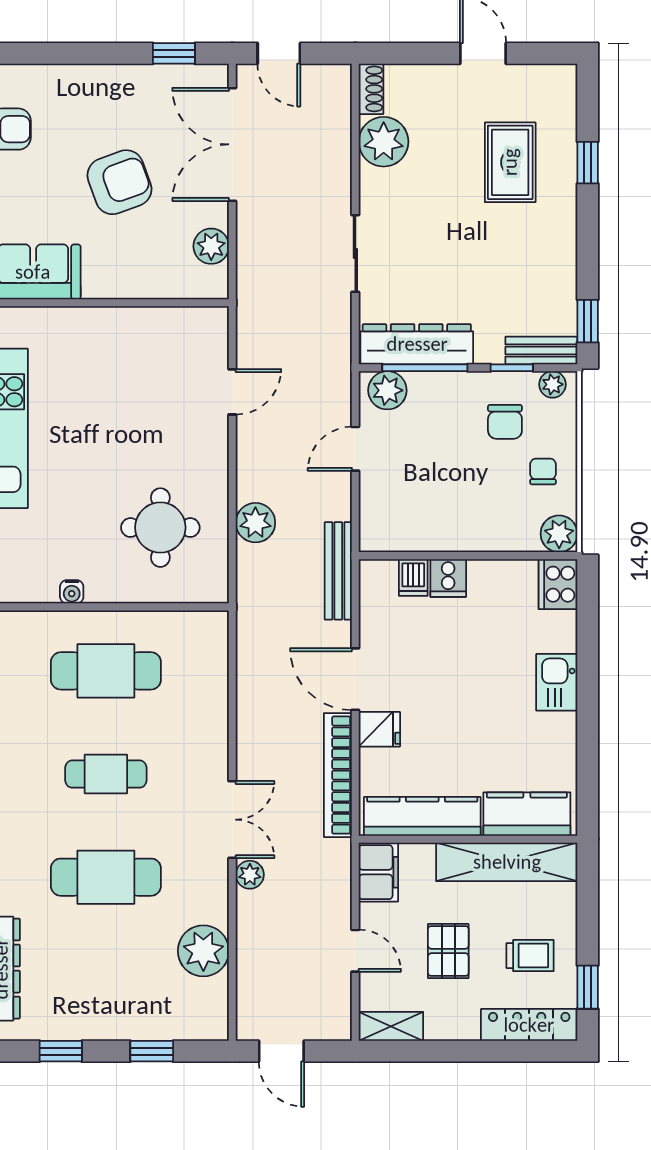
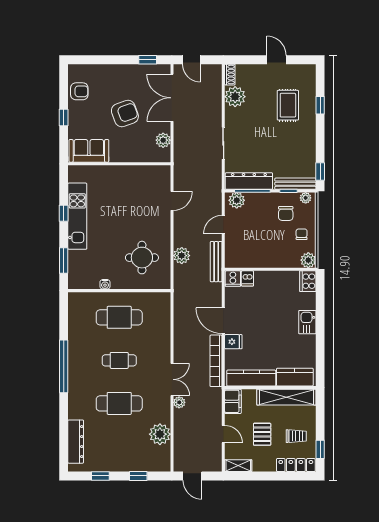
bench: (541, 351) -> (295, 184), width x1.36
bench: (338, 571) -> (216, 262), moved
cooker: (448, 578) -> (233, 279), moved

